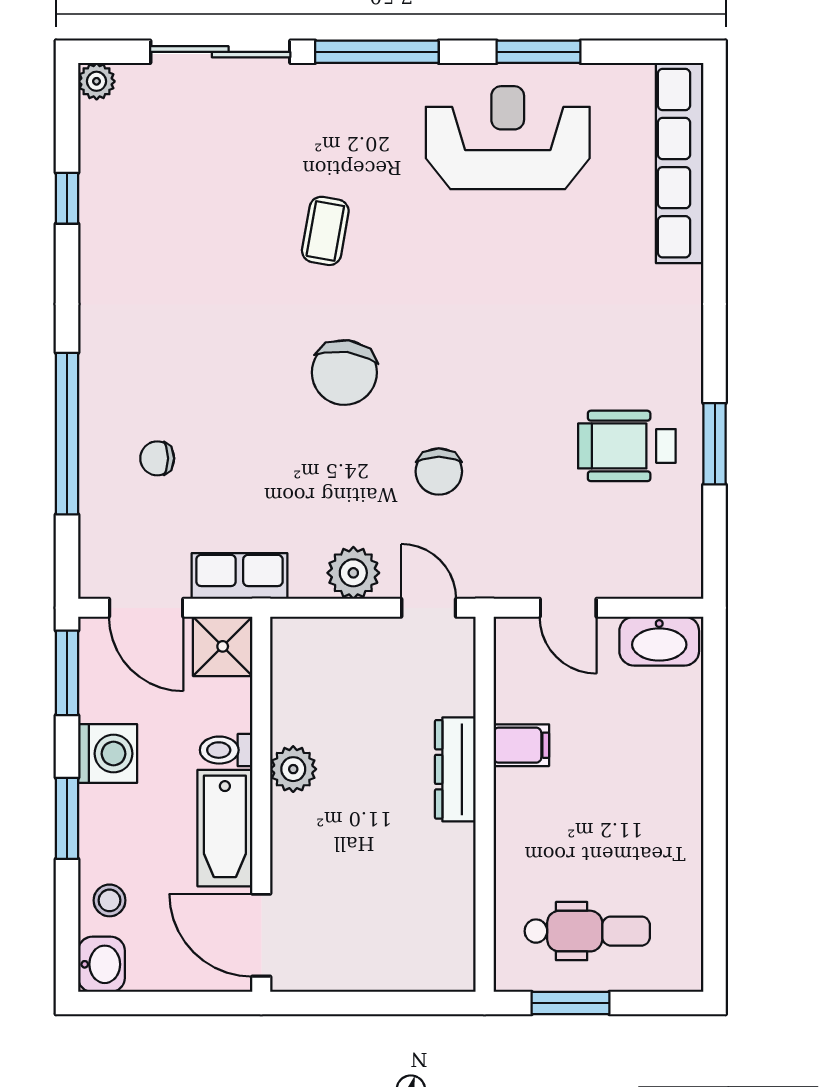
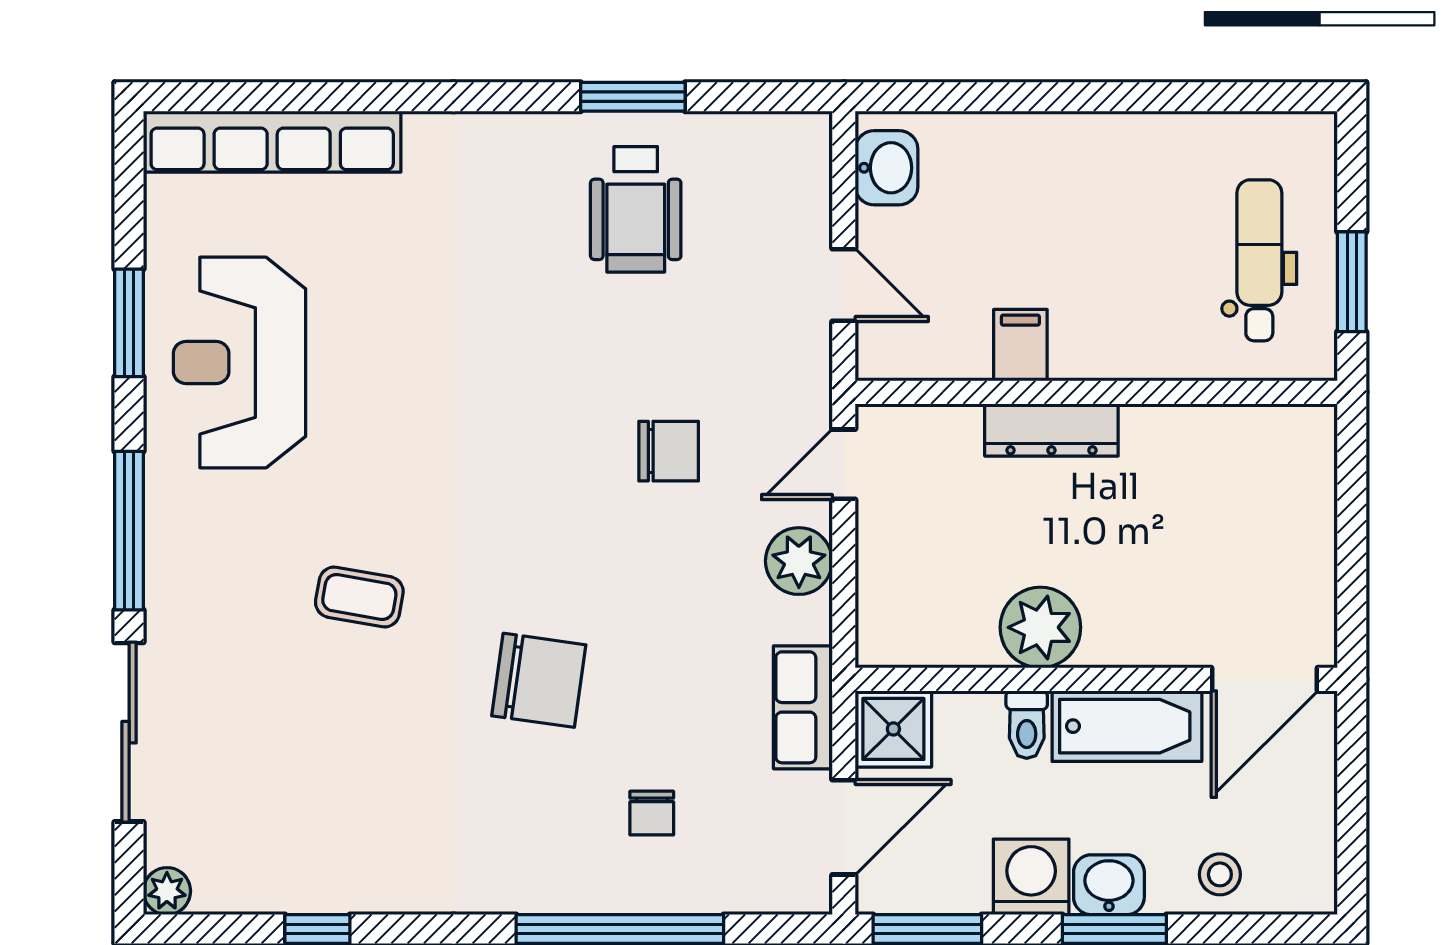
chair: (344, 372) -> (539, 680), moved
door: (568, 608) -> (844, 285), hinge flipped
washbasin: (659, 641) -> (887, 168), width x0.72
plant: (293, 769) -> (1040, 627), width x1.36, depth x1.36
washbasin: (101, 964) -> (1109, 885), moved

